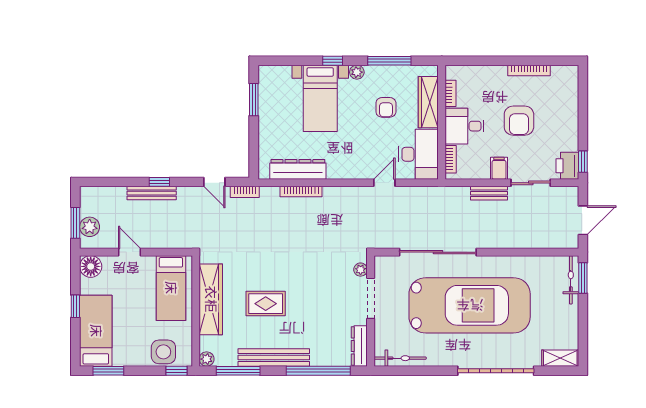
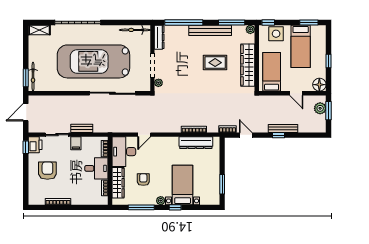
armchair: (519, 121) -> (47, 171), moved
bed: (96, 331) -> (301, 46), moved

